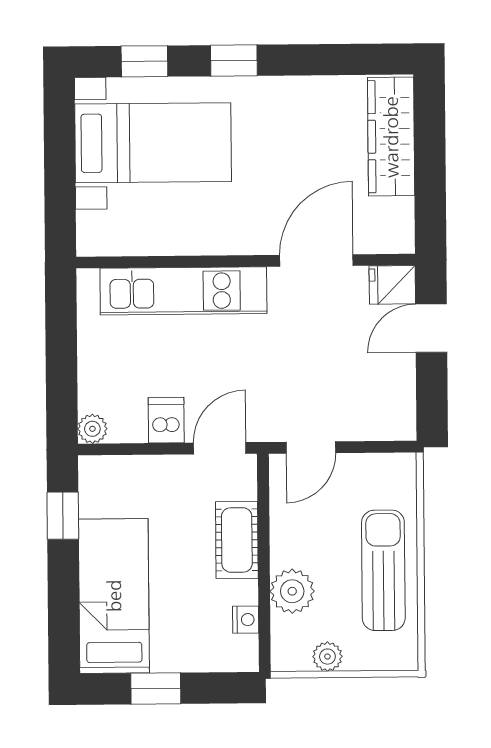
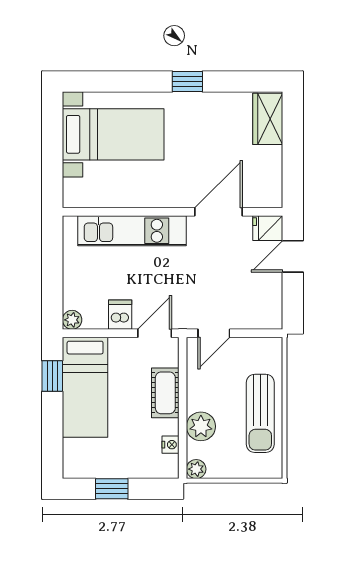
window: (144, 61) -> (108, 81), removed
window: (234, 61) -> (187, 81), moved
wardrobe: (391, 137) -> (268, 119), width x0.67
sun lounger: (383, 570) -> (260, 413), turned 180
bed: (114, 596) -> (85, 387), moved, turned 180
plant: (327, 657) -> (196, 469), moved

